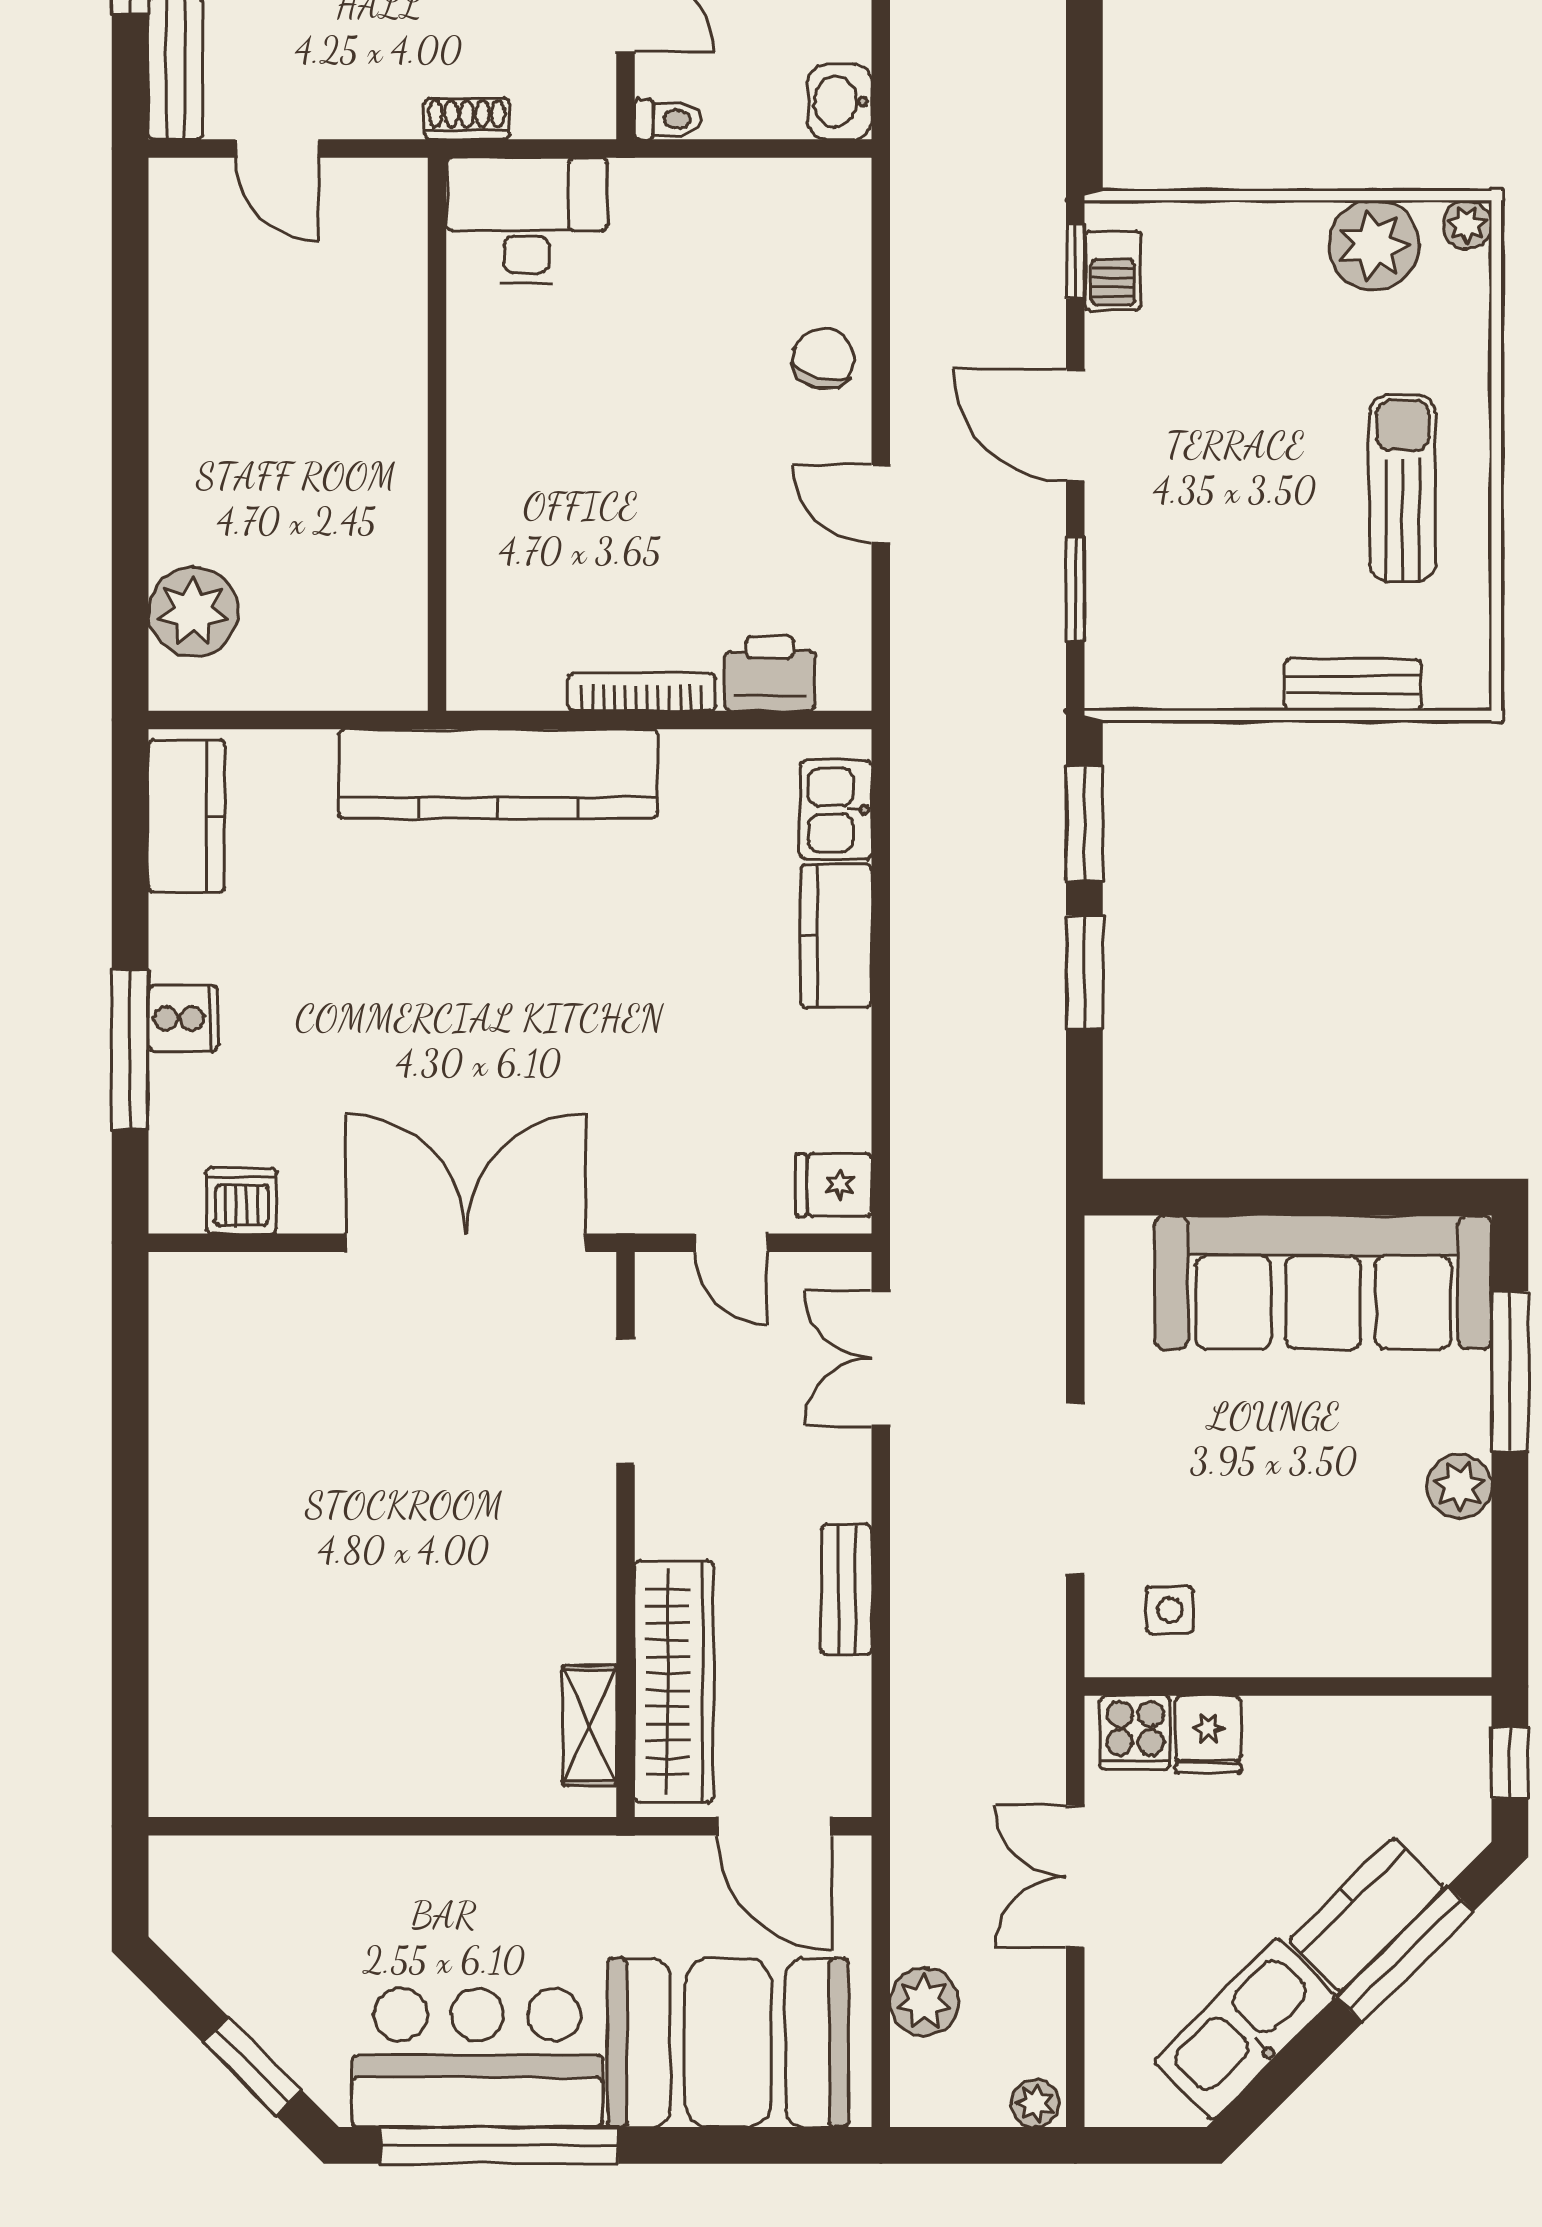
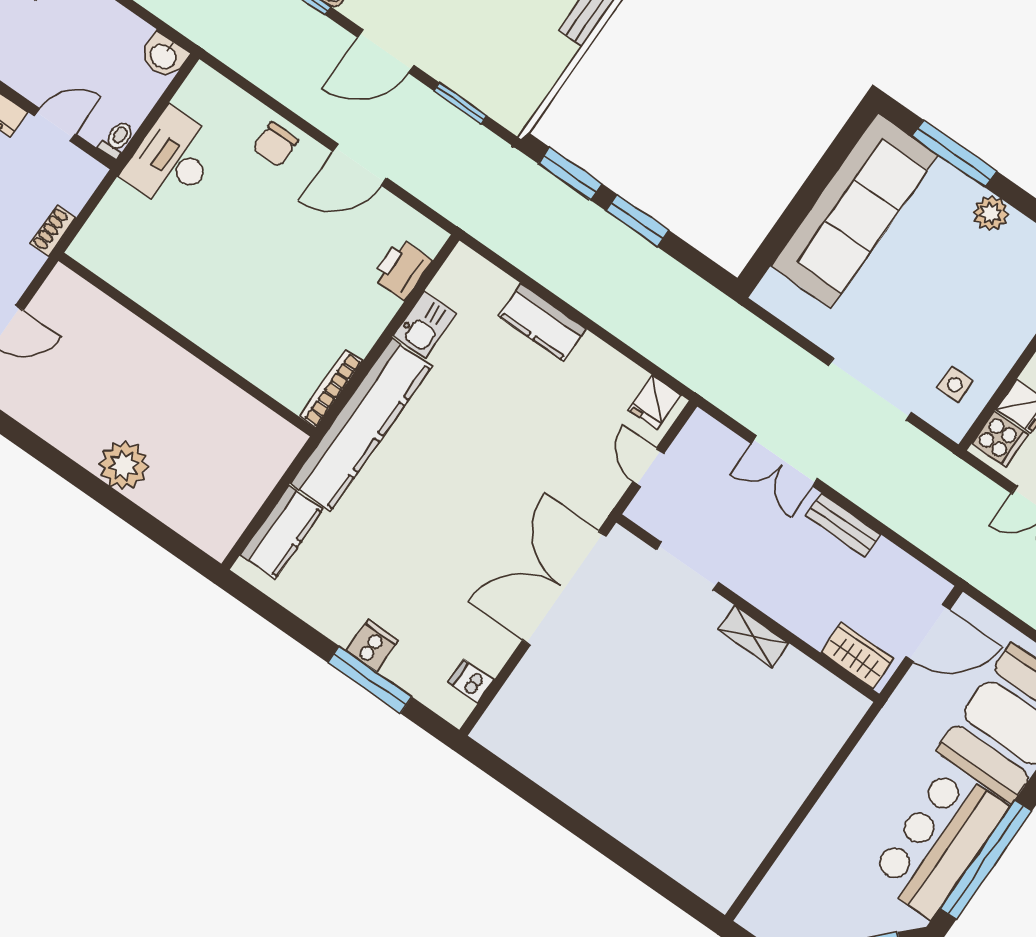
desk: (526, 221) -> (172, 159), moved
chair: (823, 359) -> (275, 145), turned -104
door: (881, 504) -> (360, 165), width x1.38
plant: (193, 612) -> (124, 465), moved
bookcase: (642, 692) -> (331, 389), moved
kitchen sink: (836, 810) -> (425, 325), moved, turned -90
kitchen counter: (187, 816) -> (282, 532), moved, turned 90
dishwasher: (242, 1201) -> (471, 681), width x0.73
door: (731, 1243) -> (648, 467), swing flipped
double door: (881, 1358) -> (785, 461), moved
wardrobe: (674, 1682) -> (857, 656), width x0.48, depth x0.85
shelving: (589, 1725) -> (753, 636), moved

